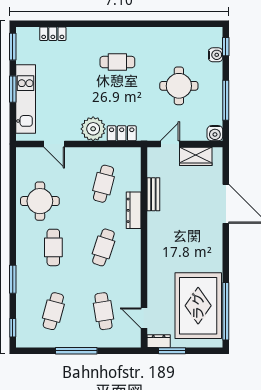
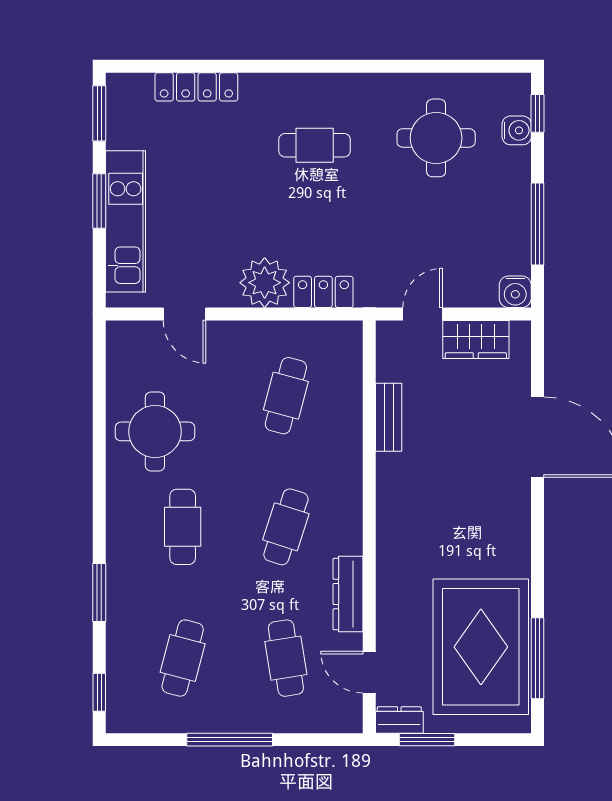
locker: (53, 34) -> (196, 87), width x1.53
round table: (179, 86) -> (436, 138), moved
dresser: (134, 210) -> (348, 594), moved
window: (226, 311) -> (538, 658), width x0.68

